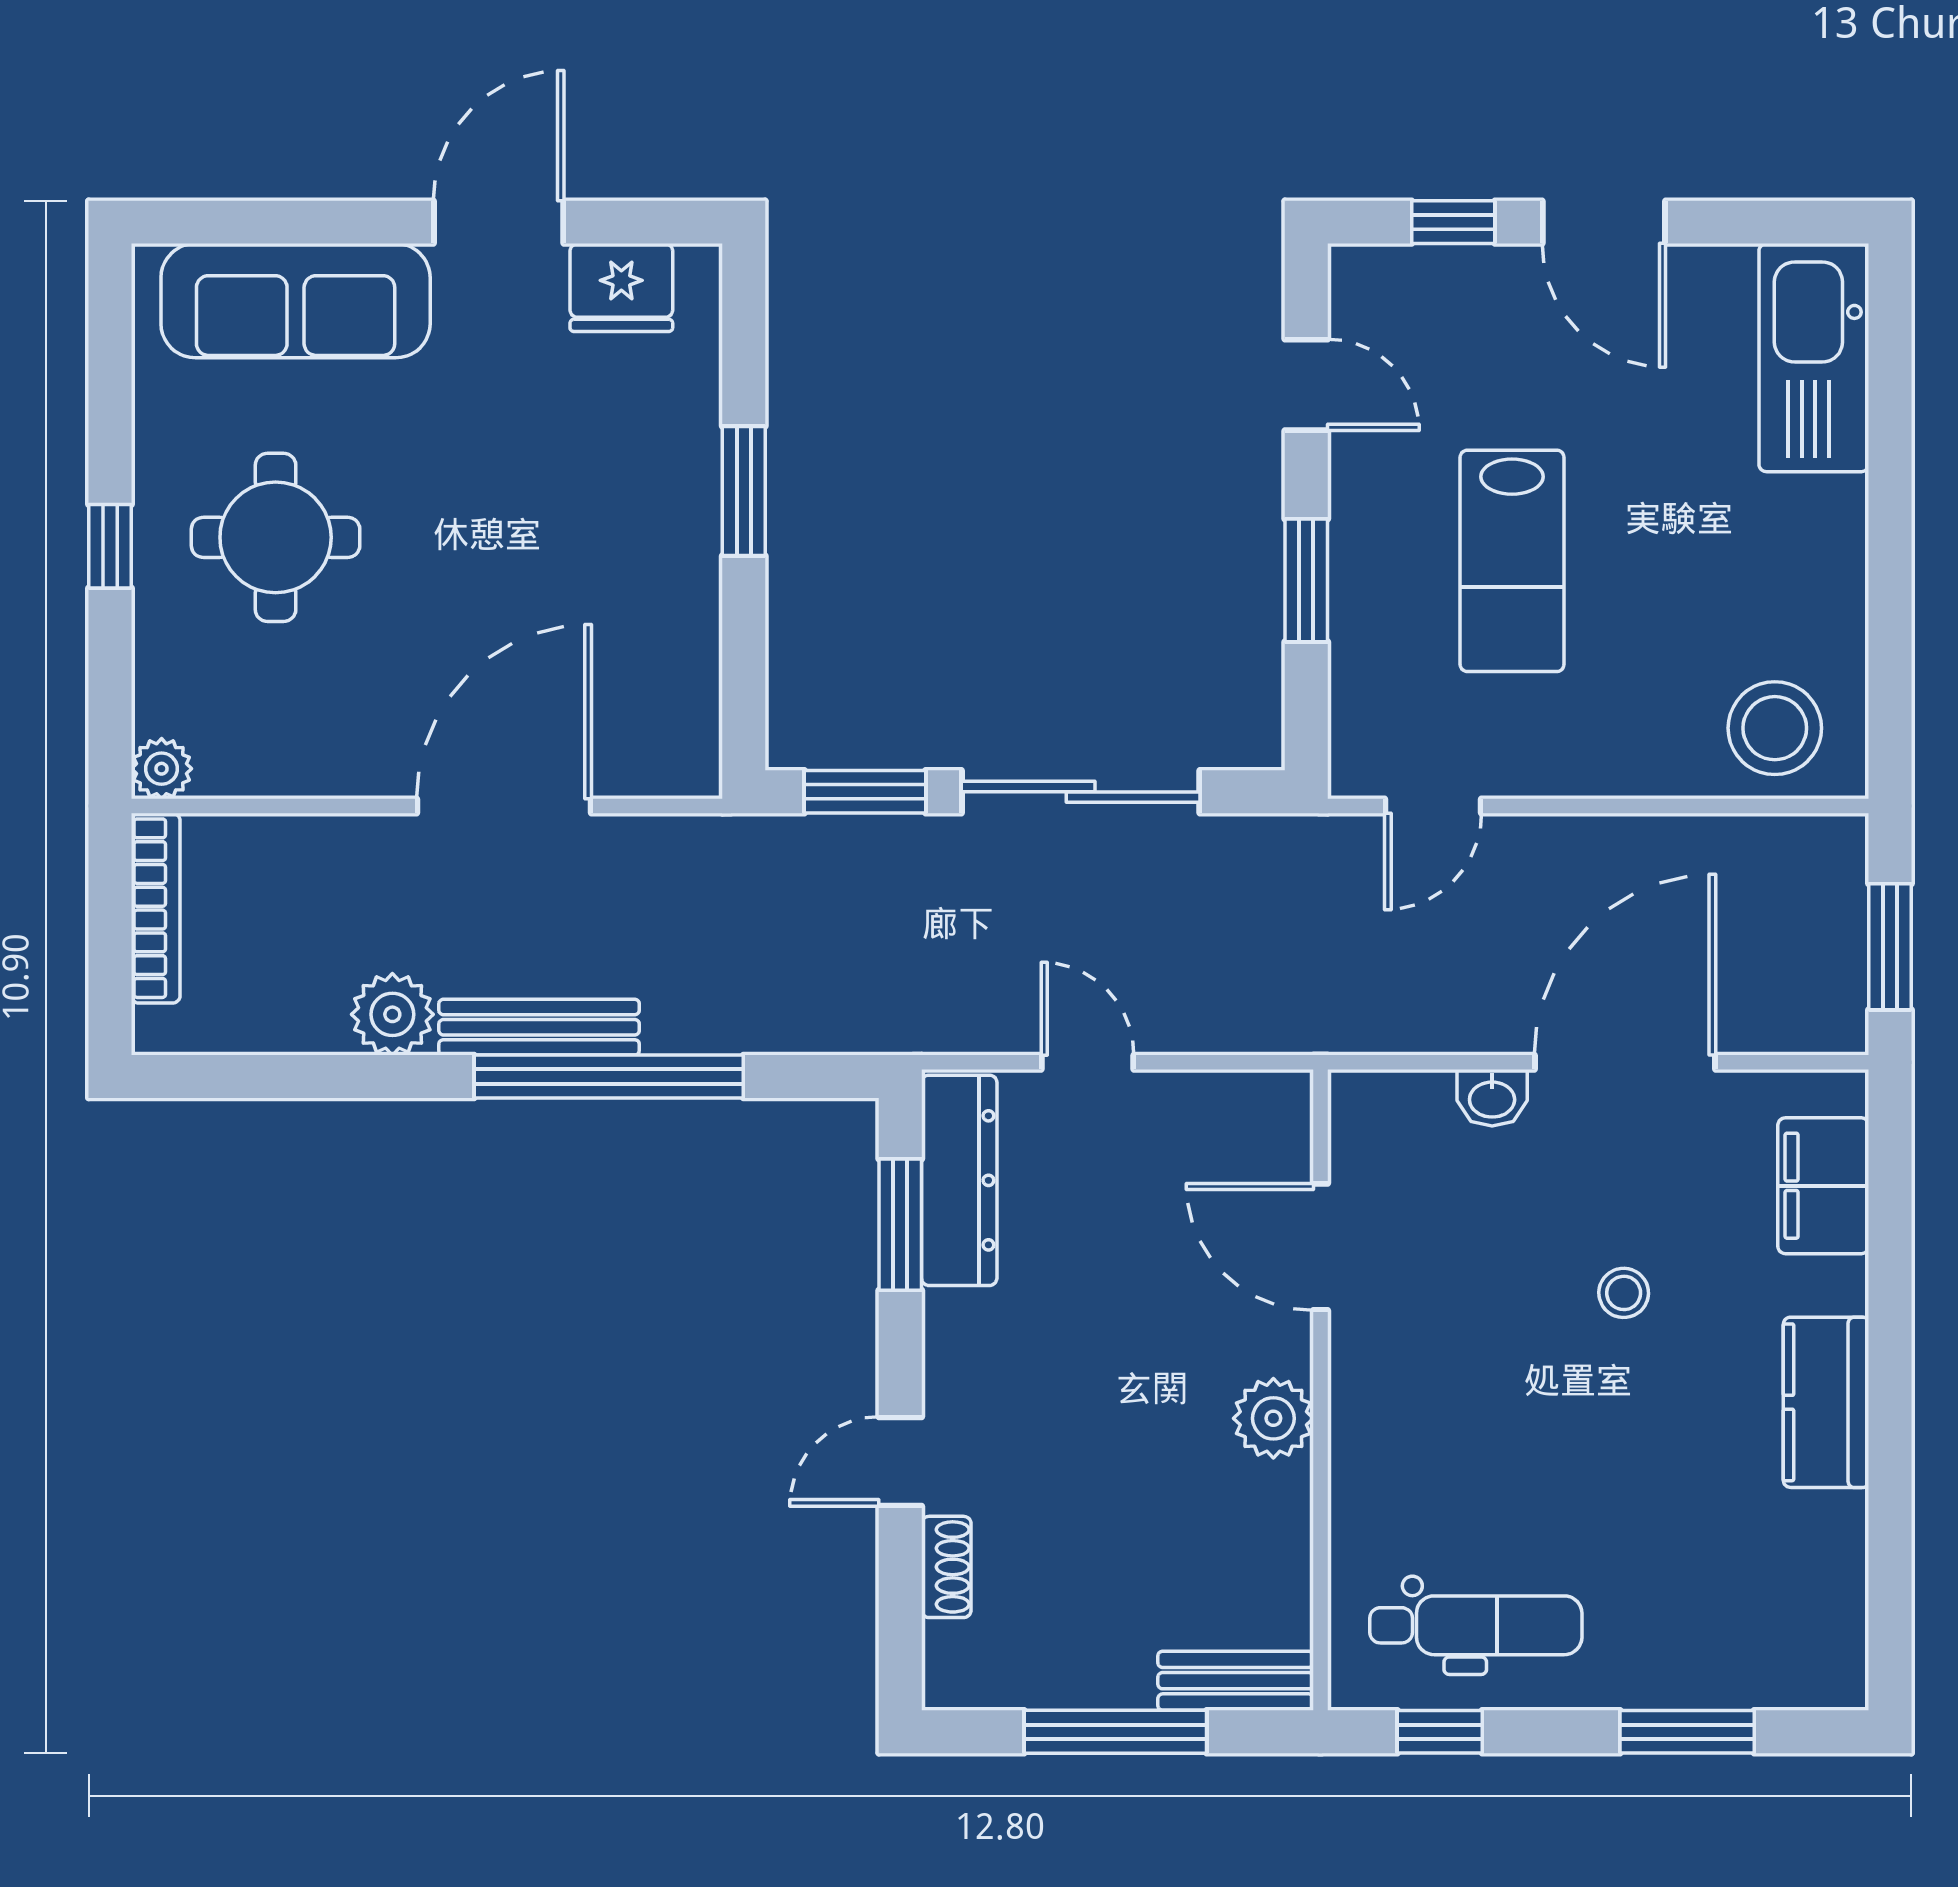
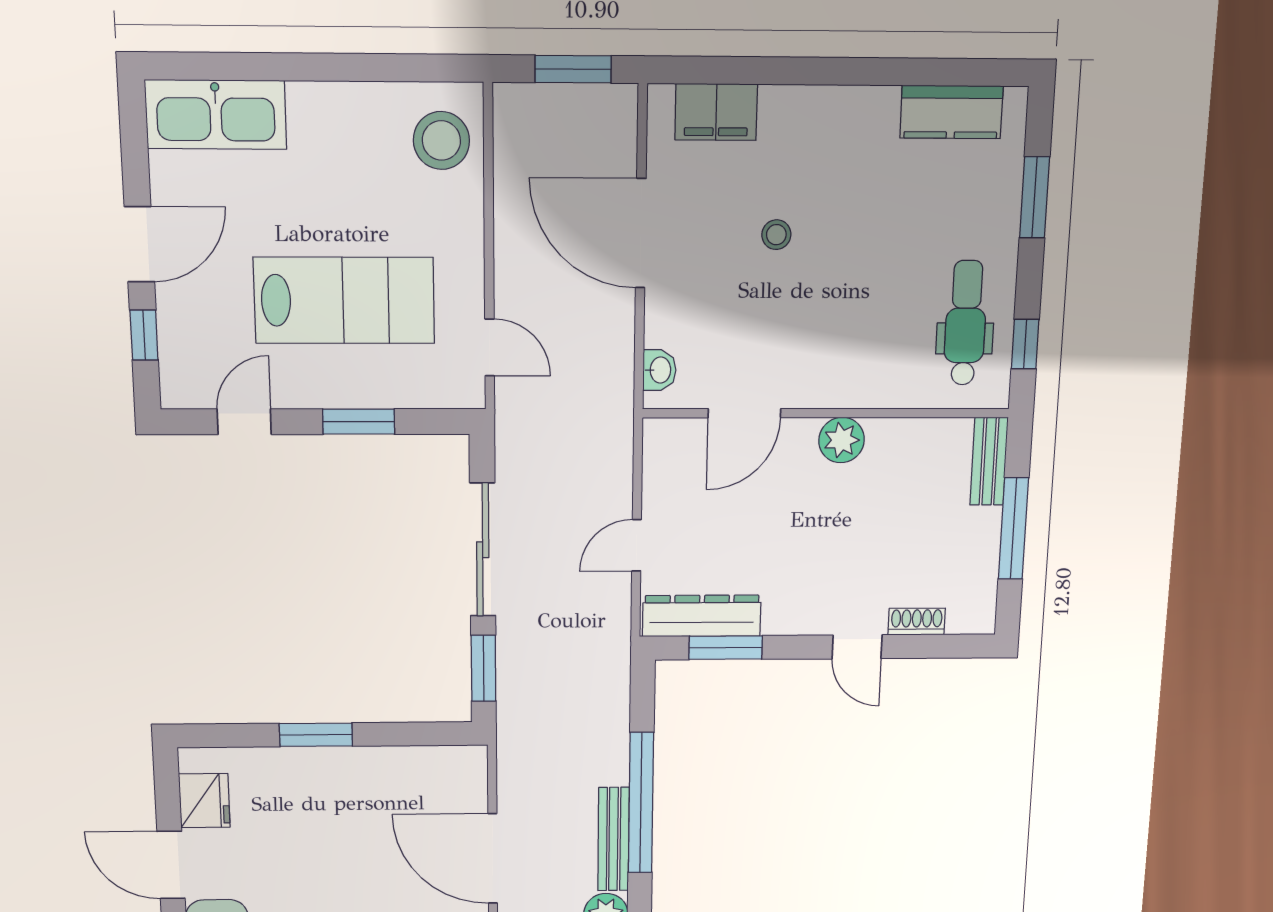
lab bench: (1512, 561) -> (344, 300), width x1.36, depth x1.39
washbasin: (1492, 1098) -> (659, 370), moved
kitchen counter: (1826, 1402) -> (951, 112), moved

